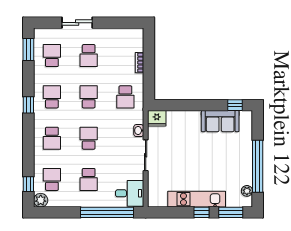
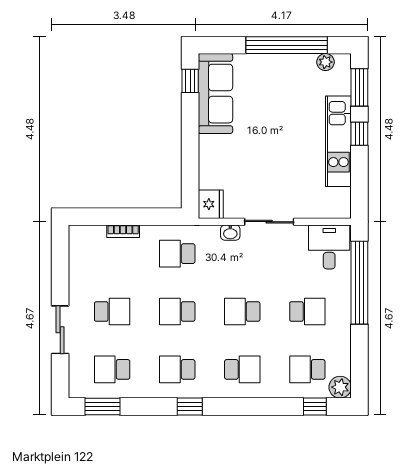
school desk: (125, 97) -> (177, 254), turned 180
sofa: (220, 121) -> (215, 94), width x1.36

